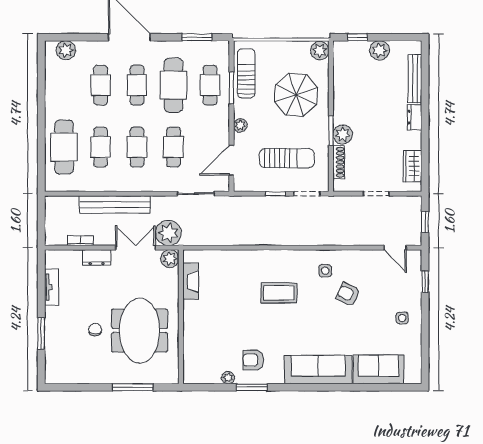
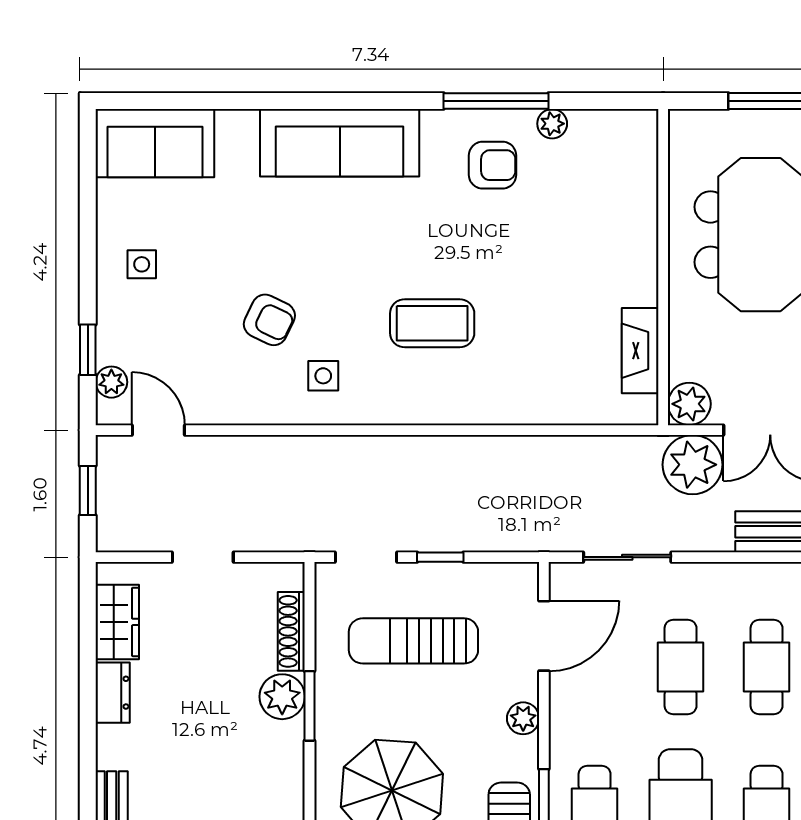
dresser: (414, 117) -> (113, 693), moved
plant: (415, 268) -> (111, 382), added
sofa: (378, 369) -> (155, 143), moved
window: (252, 387) -> (496, 101), width x1.44

